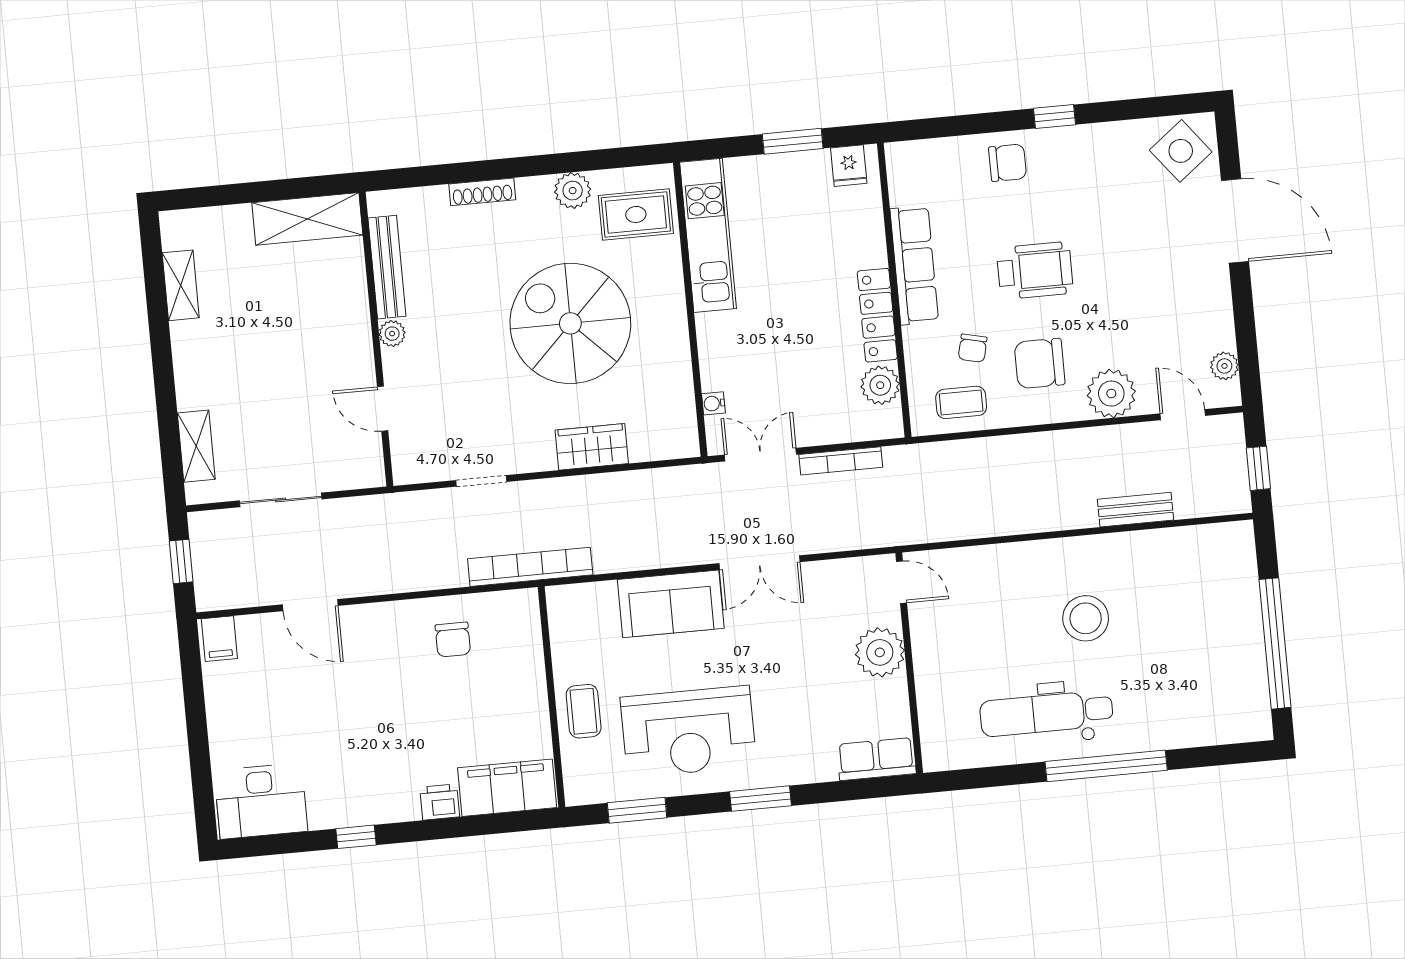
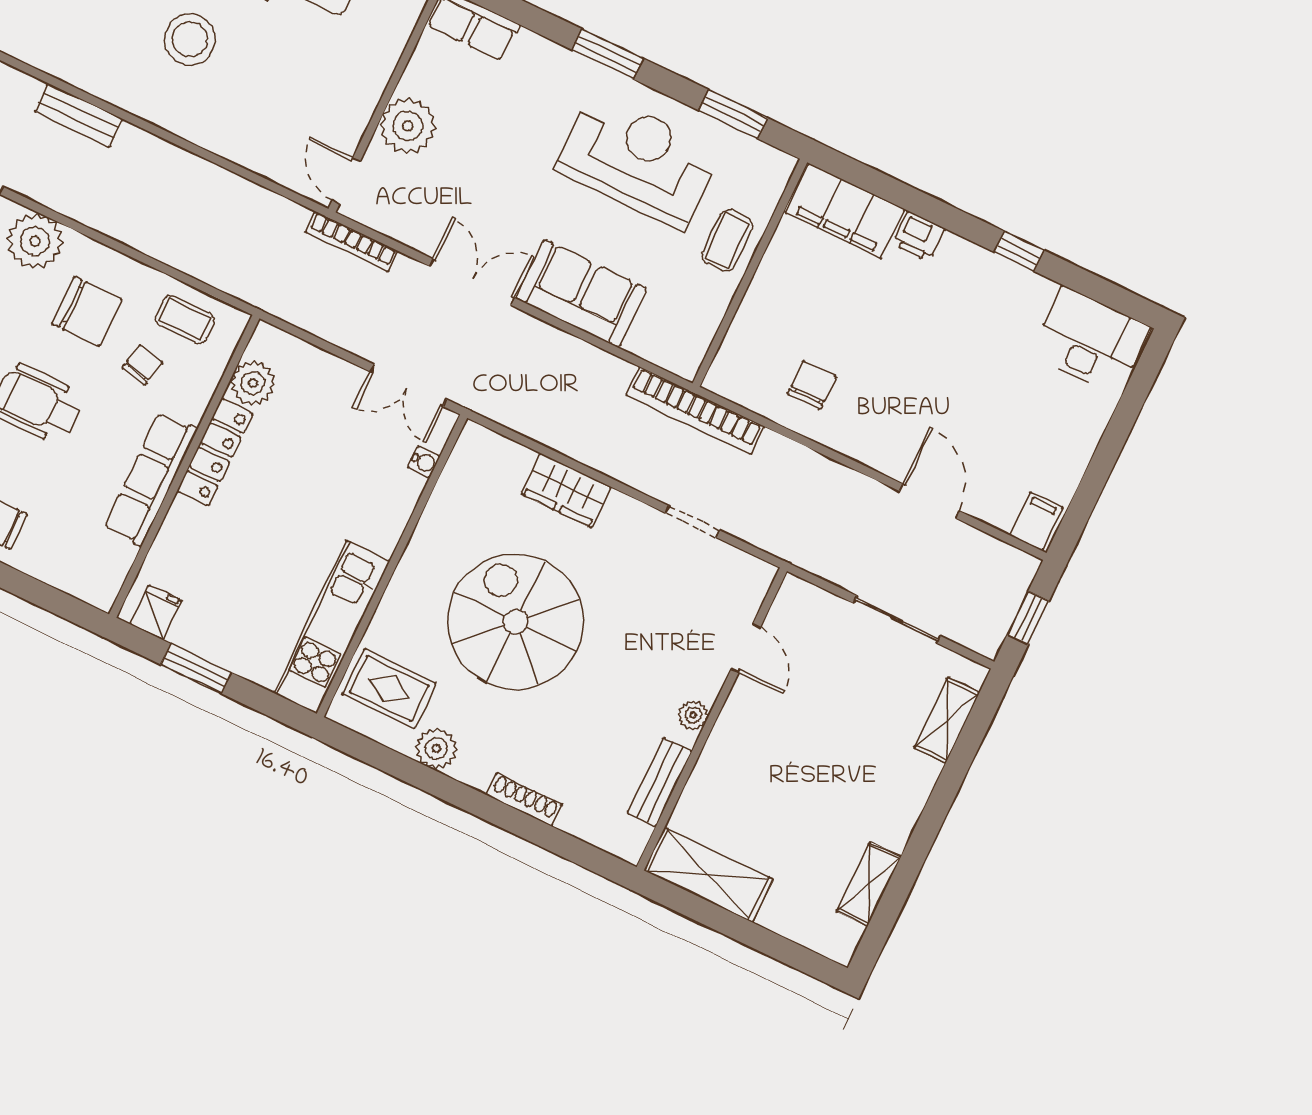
bench: (387, 267) -> (660, 782), width x0.73
spiral stairs: (570, 323) -> (515, 622), turned 180
bookcase: (841, 461) -> (352, 242), moved, turned 180

